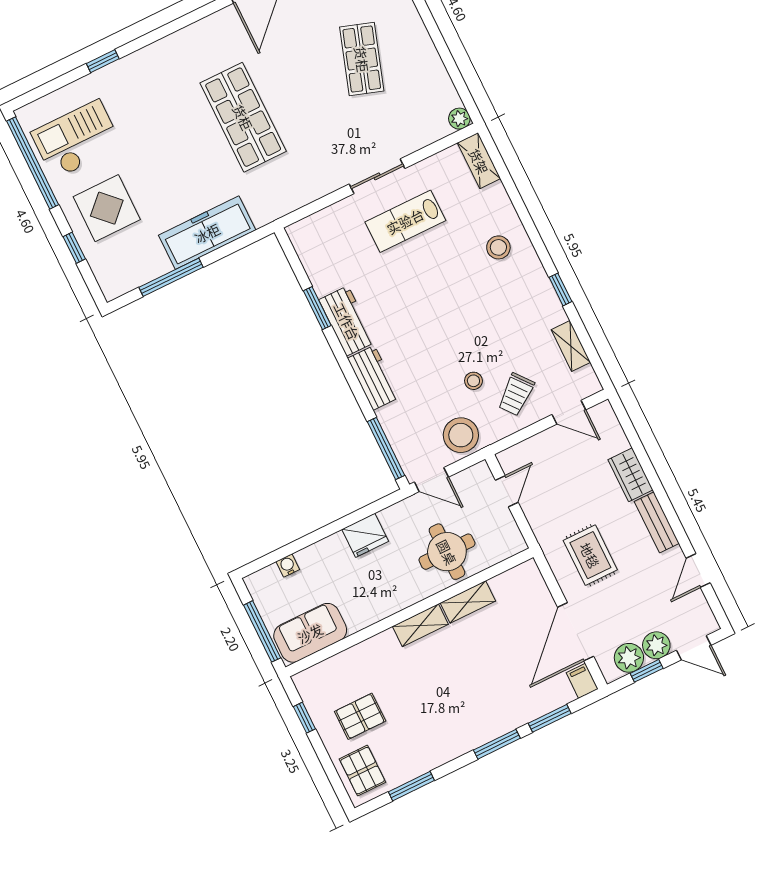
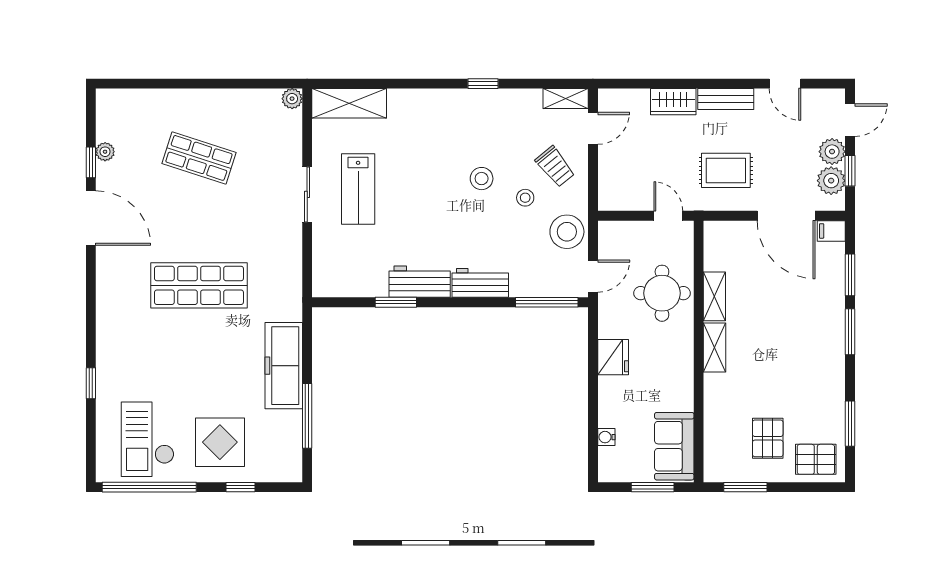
shelving: (479, 161) -> (349, 103), width x1.50, depth x1.33
stool: (498, 247) -> (482, 179), moved
shelving: (571, 346) -> (566, 99), moved
door: (507, 491) -> (668, 216), moved
window: (262, 631) -> (653, 487), width x0.69
window: (304, 718) -> (745, 487), width x1.50

